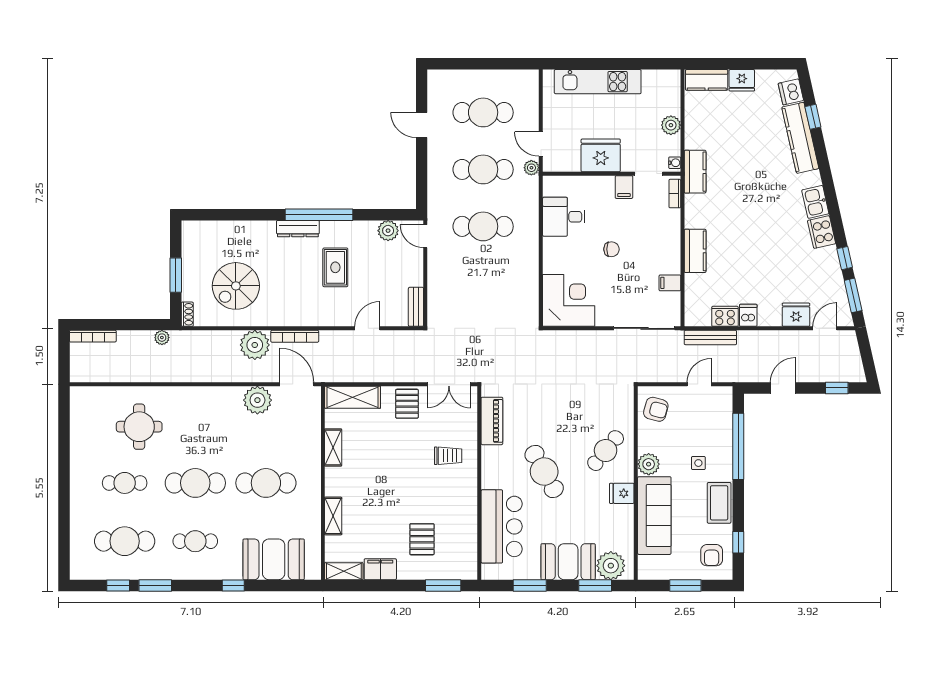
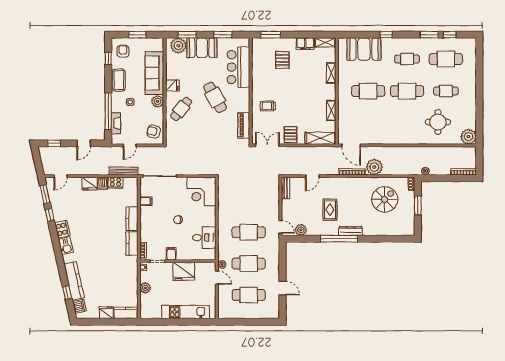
kitchen counter: (695, 172) -> (132, 243), moved
fridge: (796, 315) -> (90, 184), moved
plant: (257, 400) -> (469, 137), moved
fireplace: (724, 424) -> (116, 123), added

